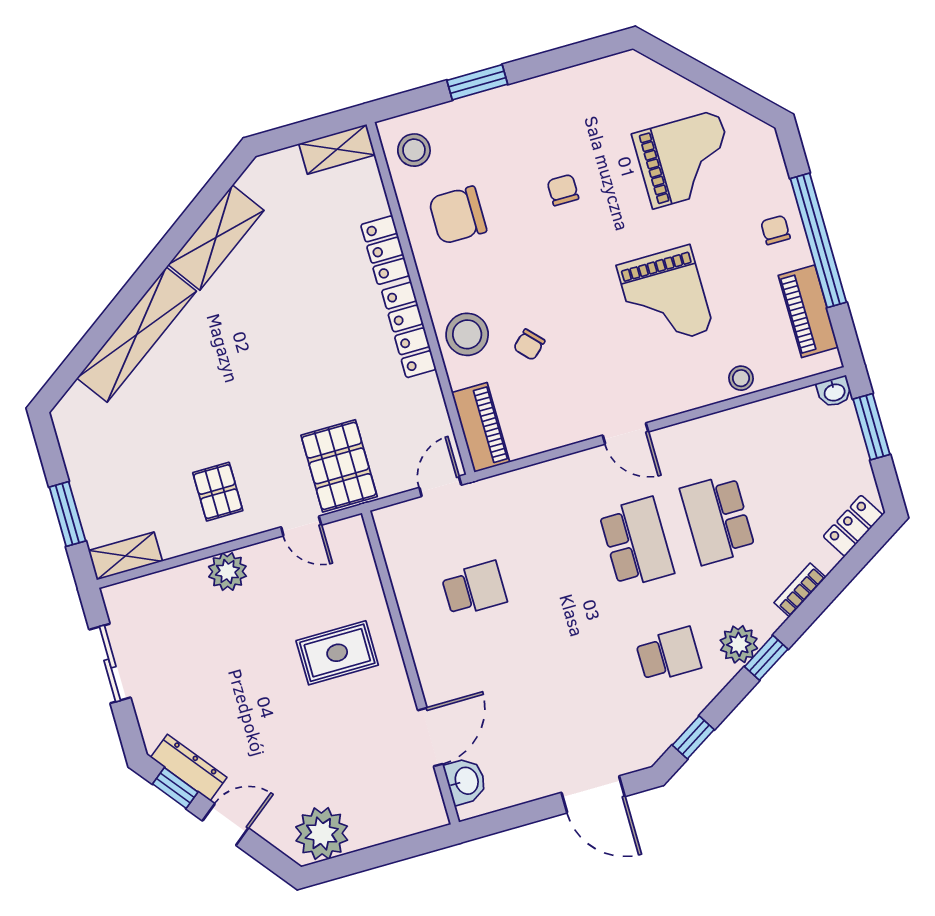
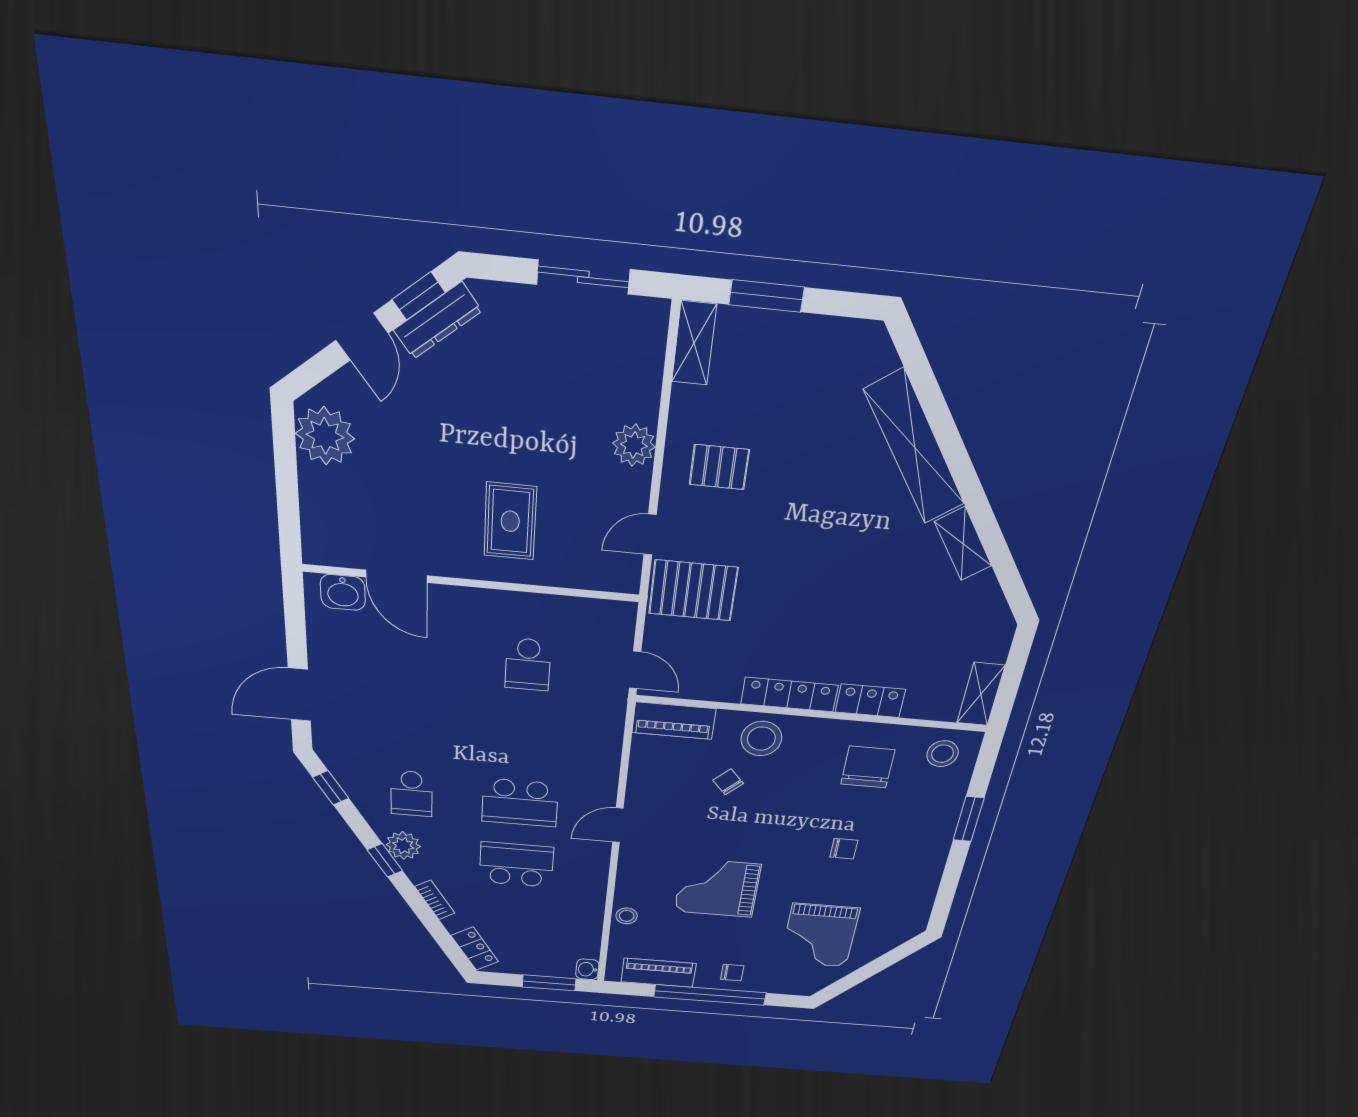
shelving: (216, 238) -> (963, 544), width x0.67, depth x0.75

